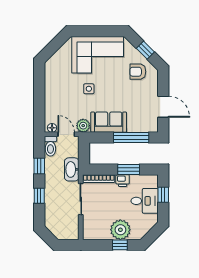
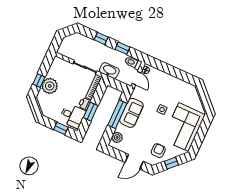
door: (163, 107) -> (134, 162), moved
plant: (83, 126) -> (117, 137), moved
door: (66, 134) -> (137, 78), hinge flipped
window: (131, 137) -> (117, 114), moved
desk: (145, 201) -> (72, 116), moved, turned -90

